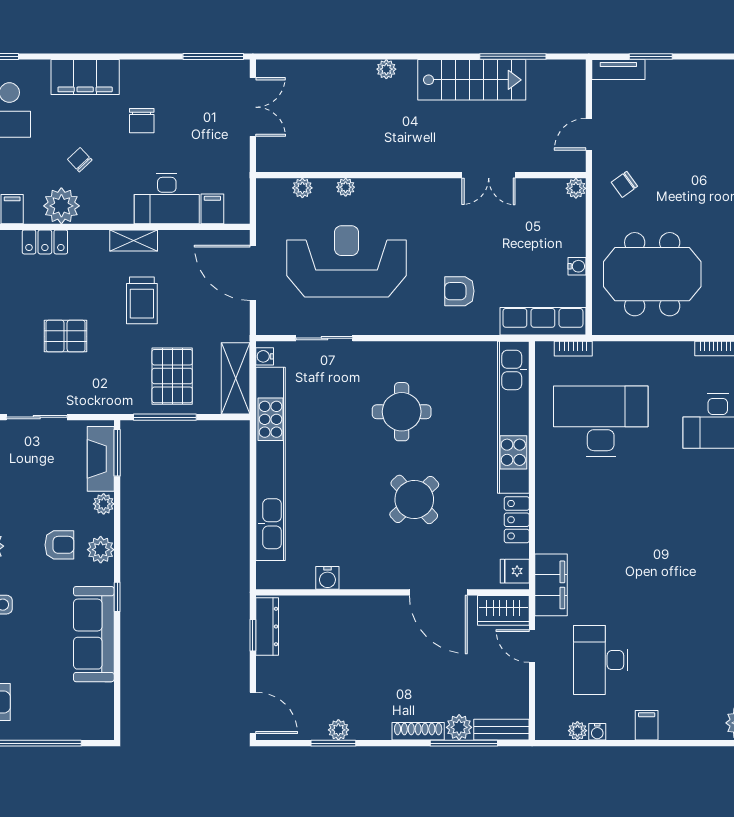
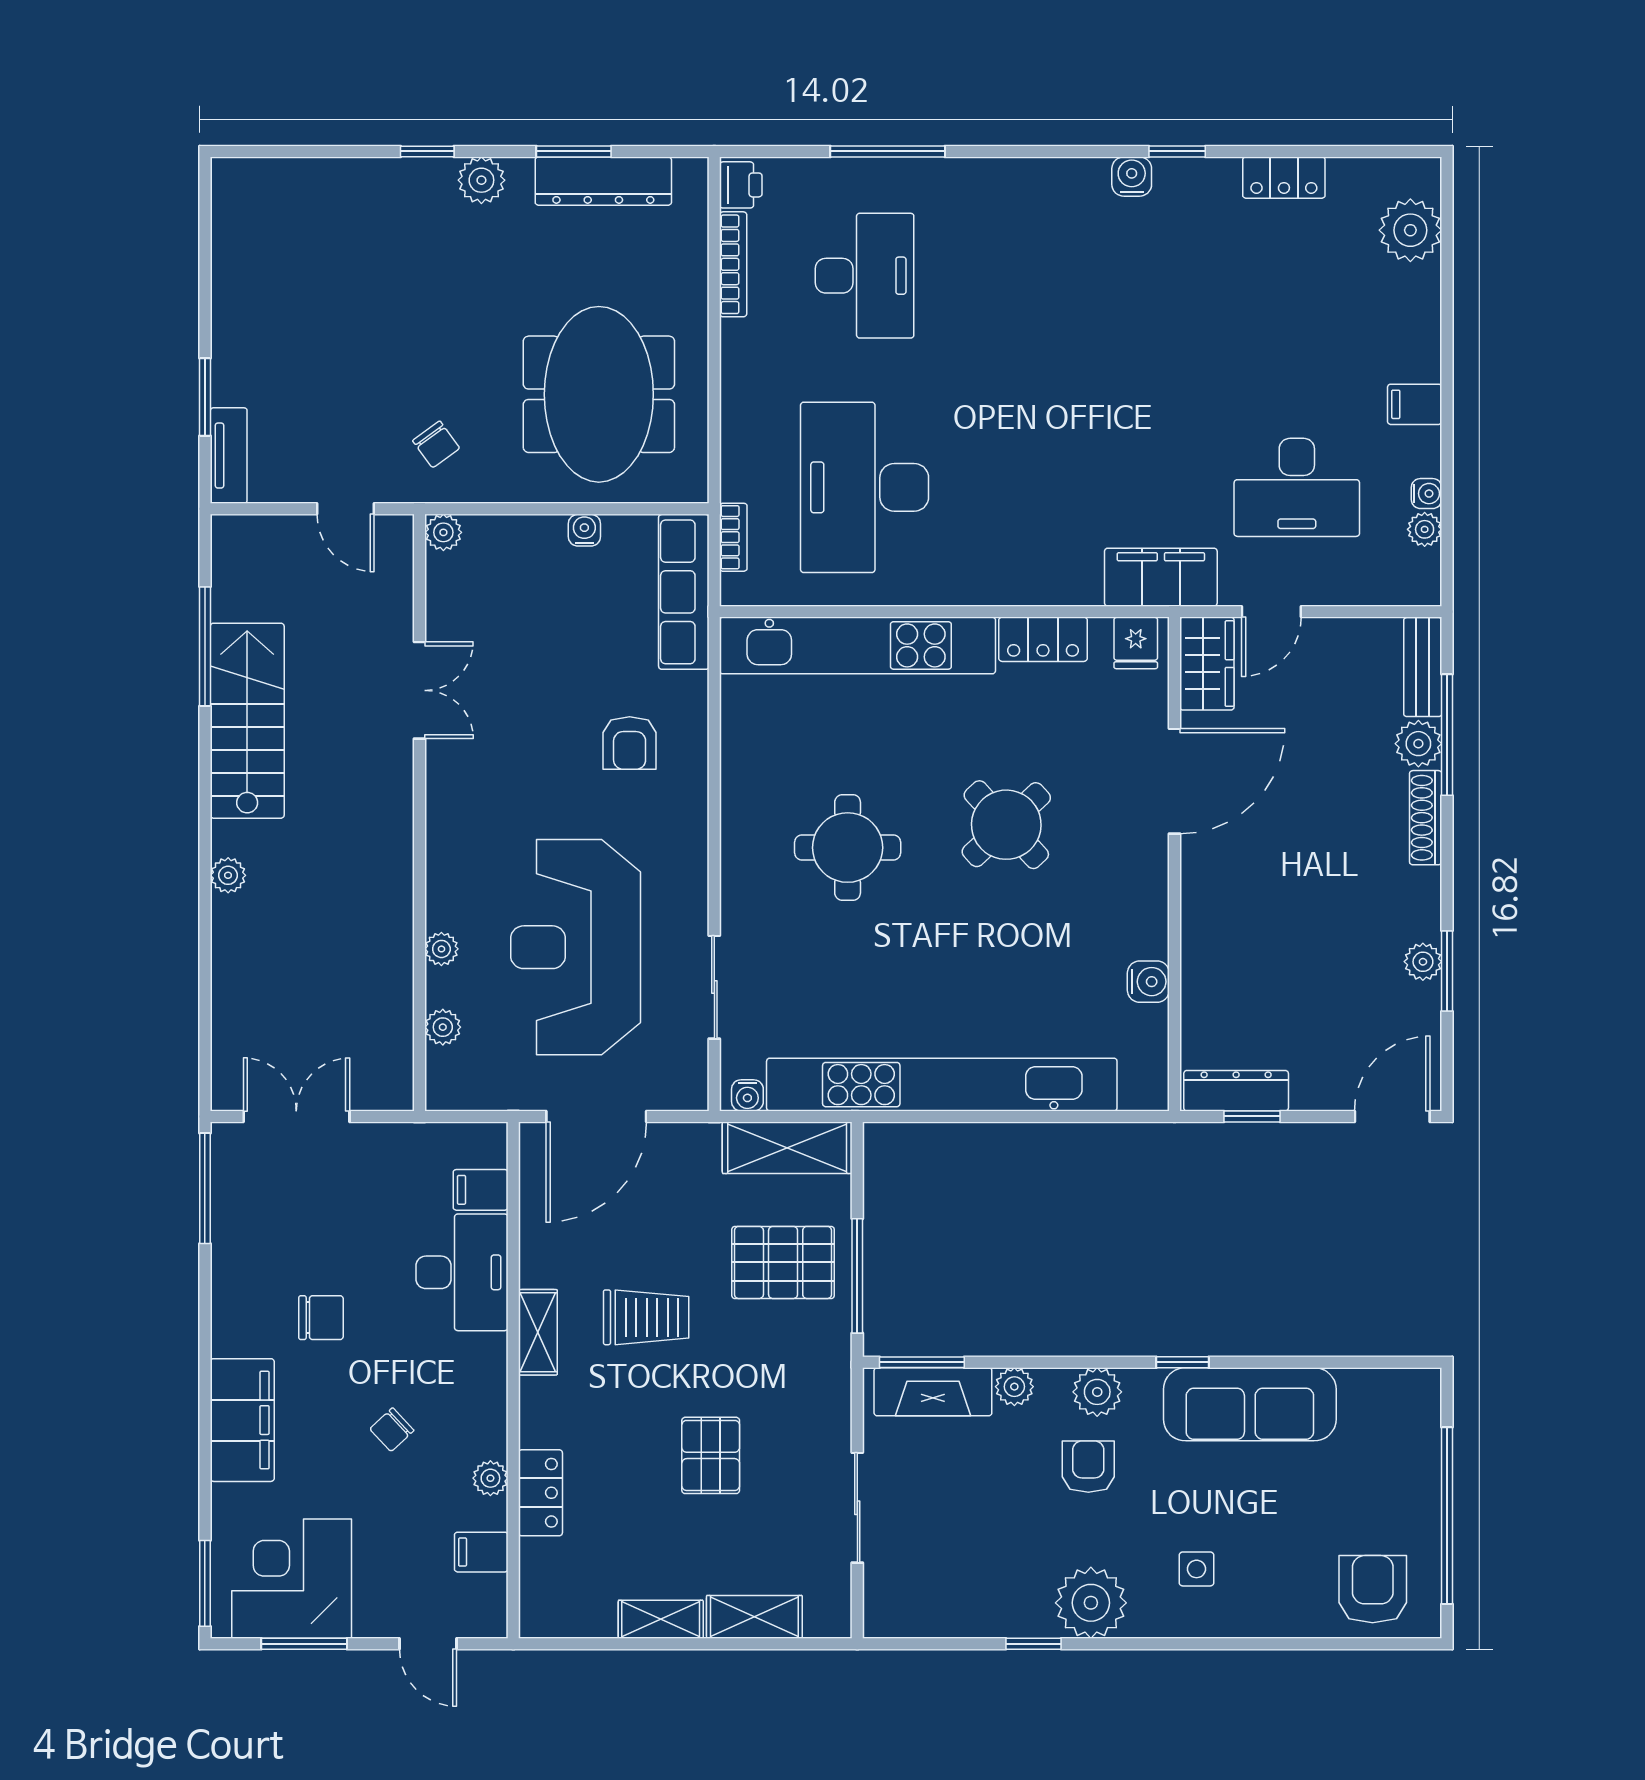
plant: (61, 206) -> (490, 1478), width x0.53, depth x0.53

